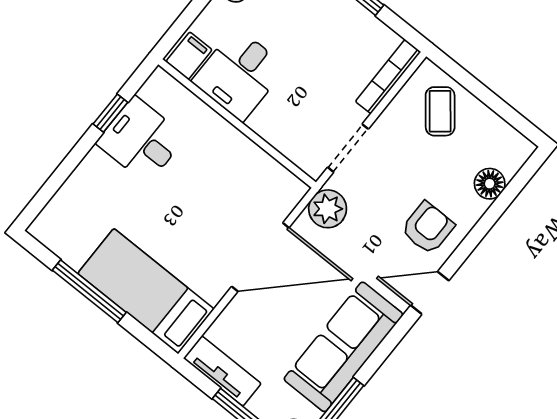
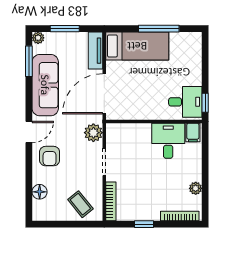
filing cabinet: (189, 56) -> (193, 133), moved
desk: (239, 74) -> (168, 141), moved
wall: (237, 123) -> (154, 122), moved
tv unit: (222, 371) -> (95, 51), moved, turned 90

